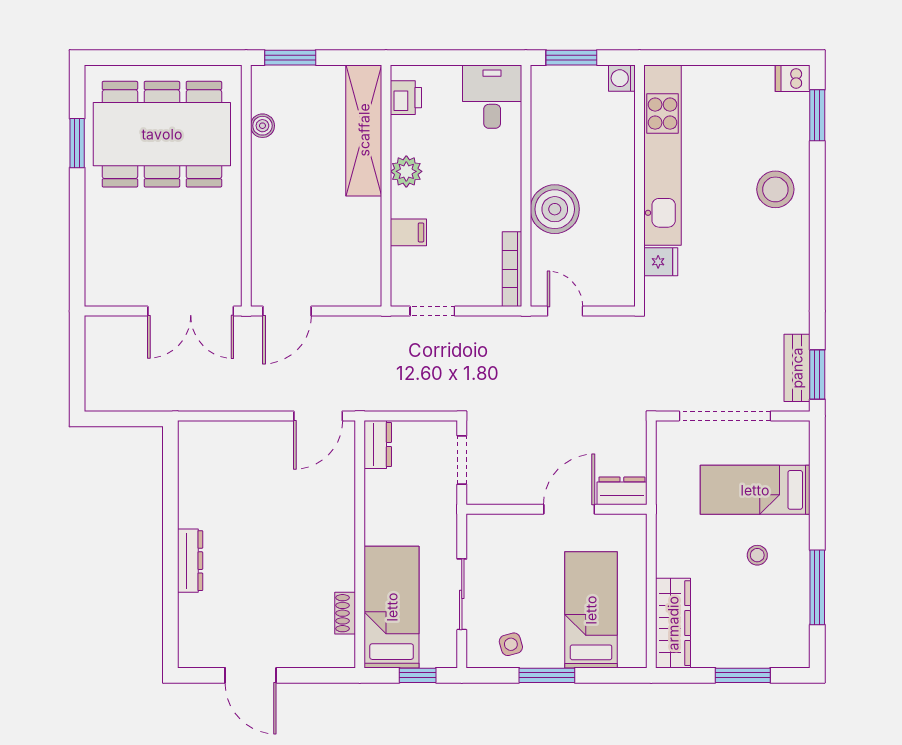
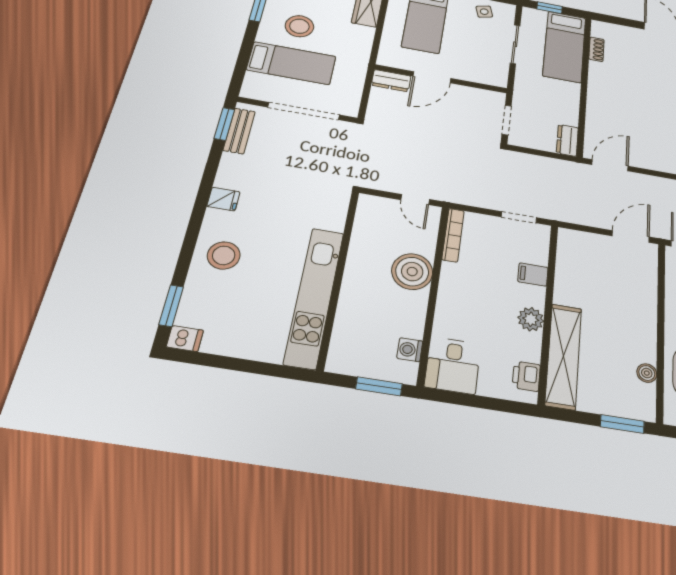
washing machine: (622, 78) -> (410, 350), moved, turned 180
fridge: (661, 262) -> (223, 199), moved, turned 180
stool: (757, 555) -> (299, 26), width x1.89, depth x1.89

